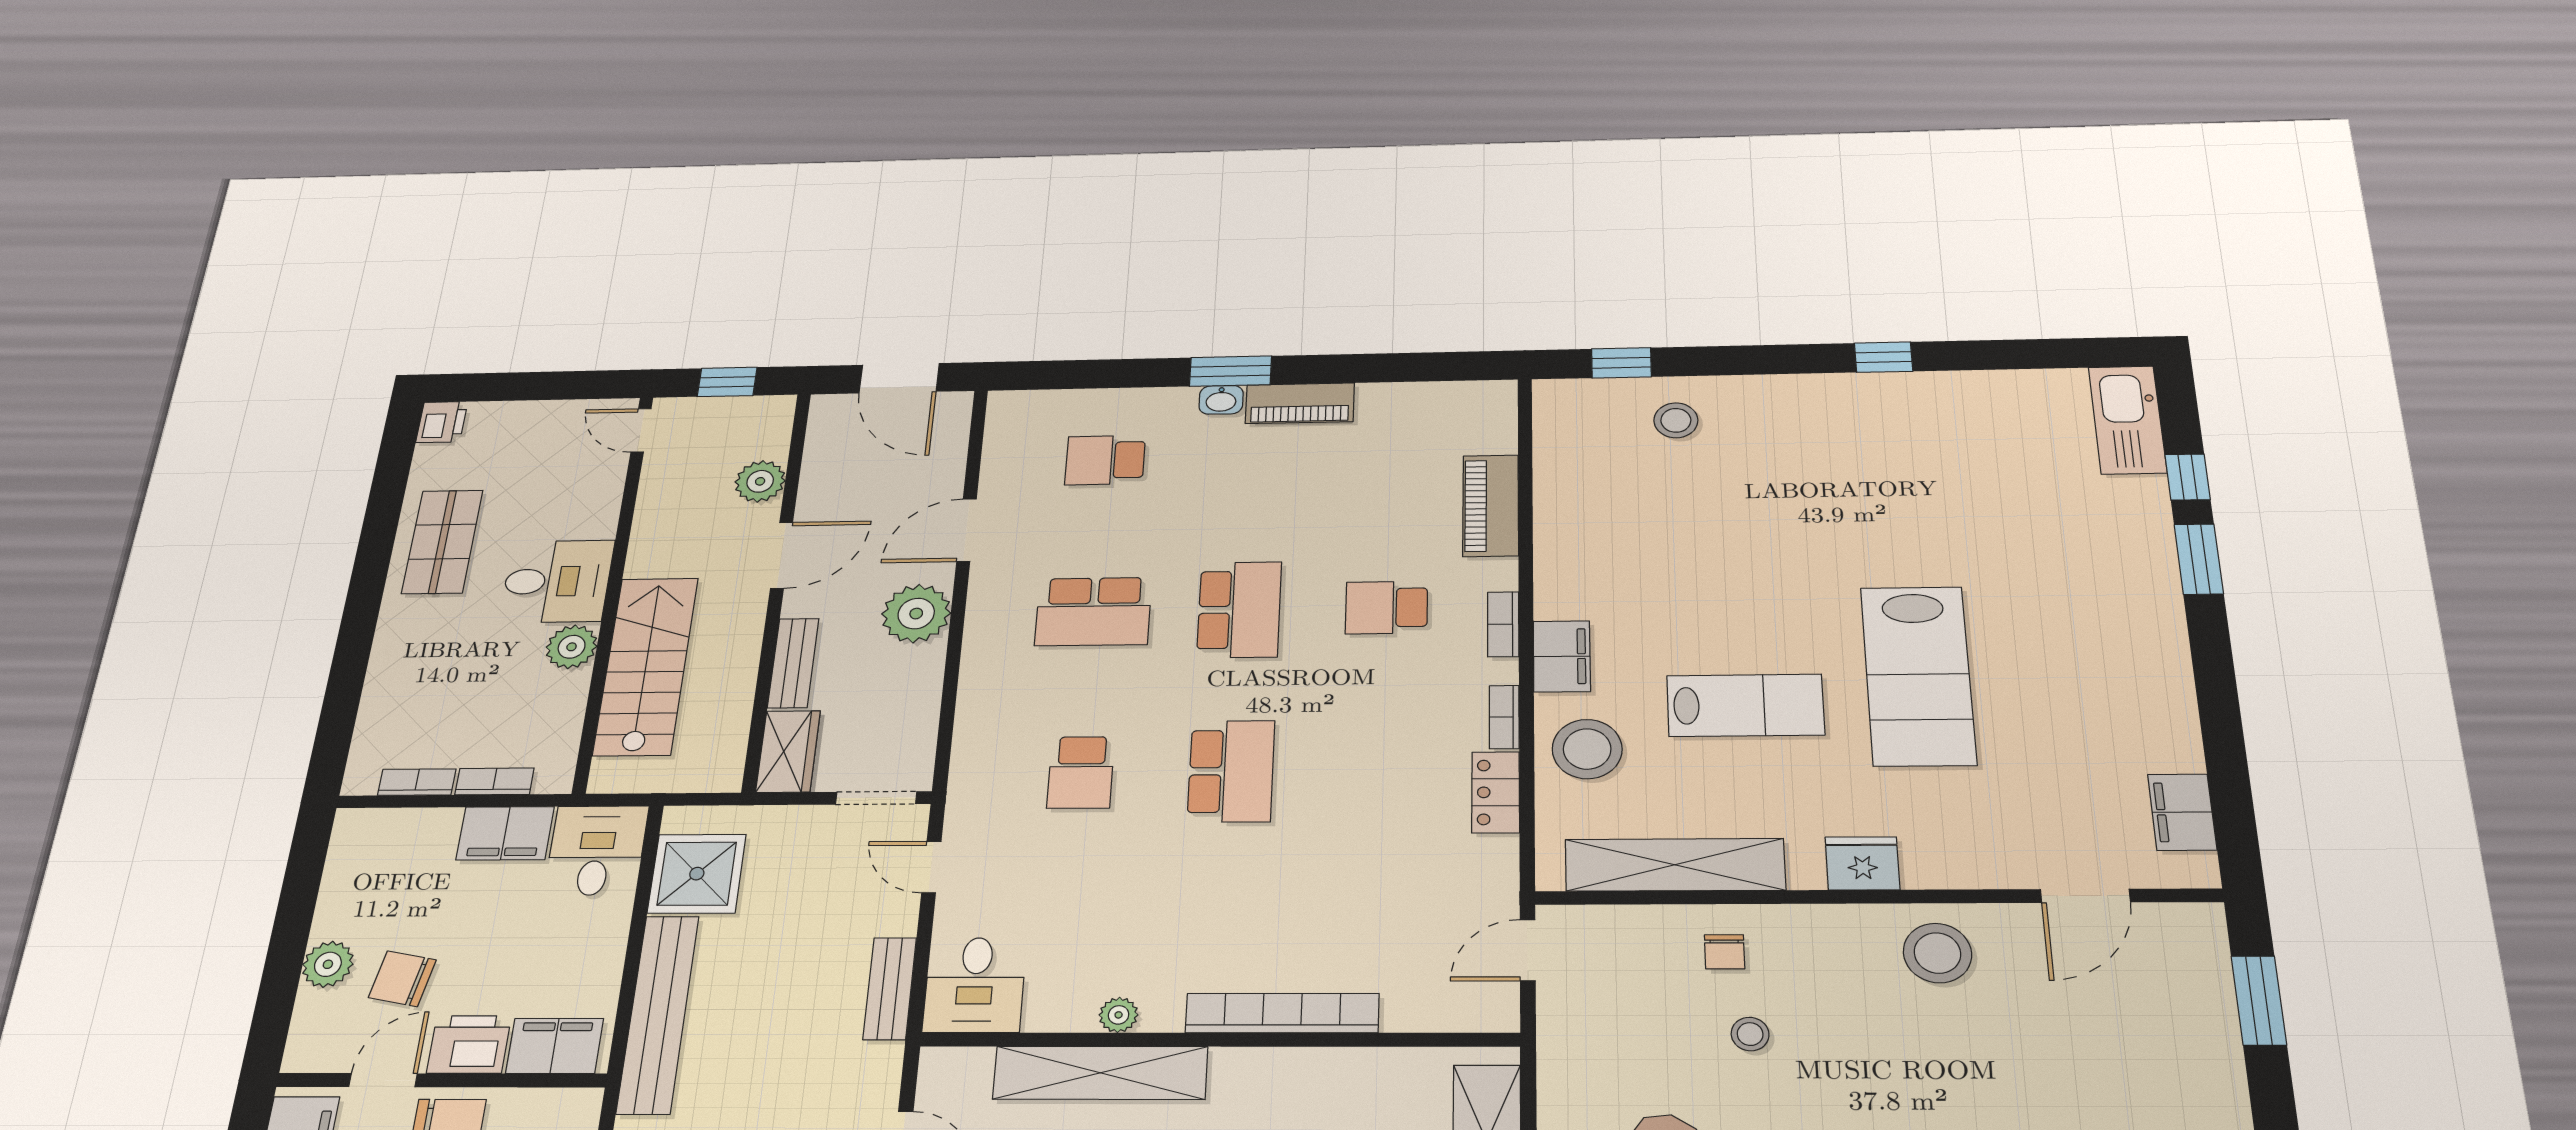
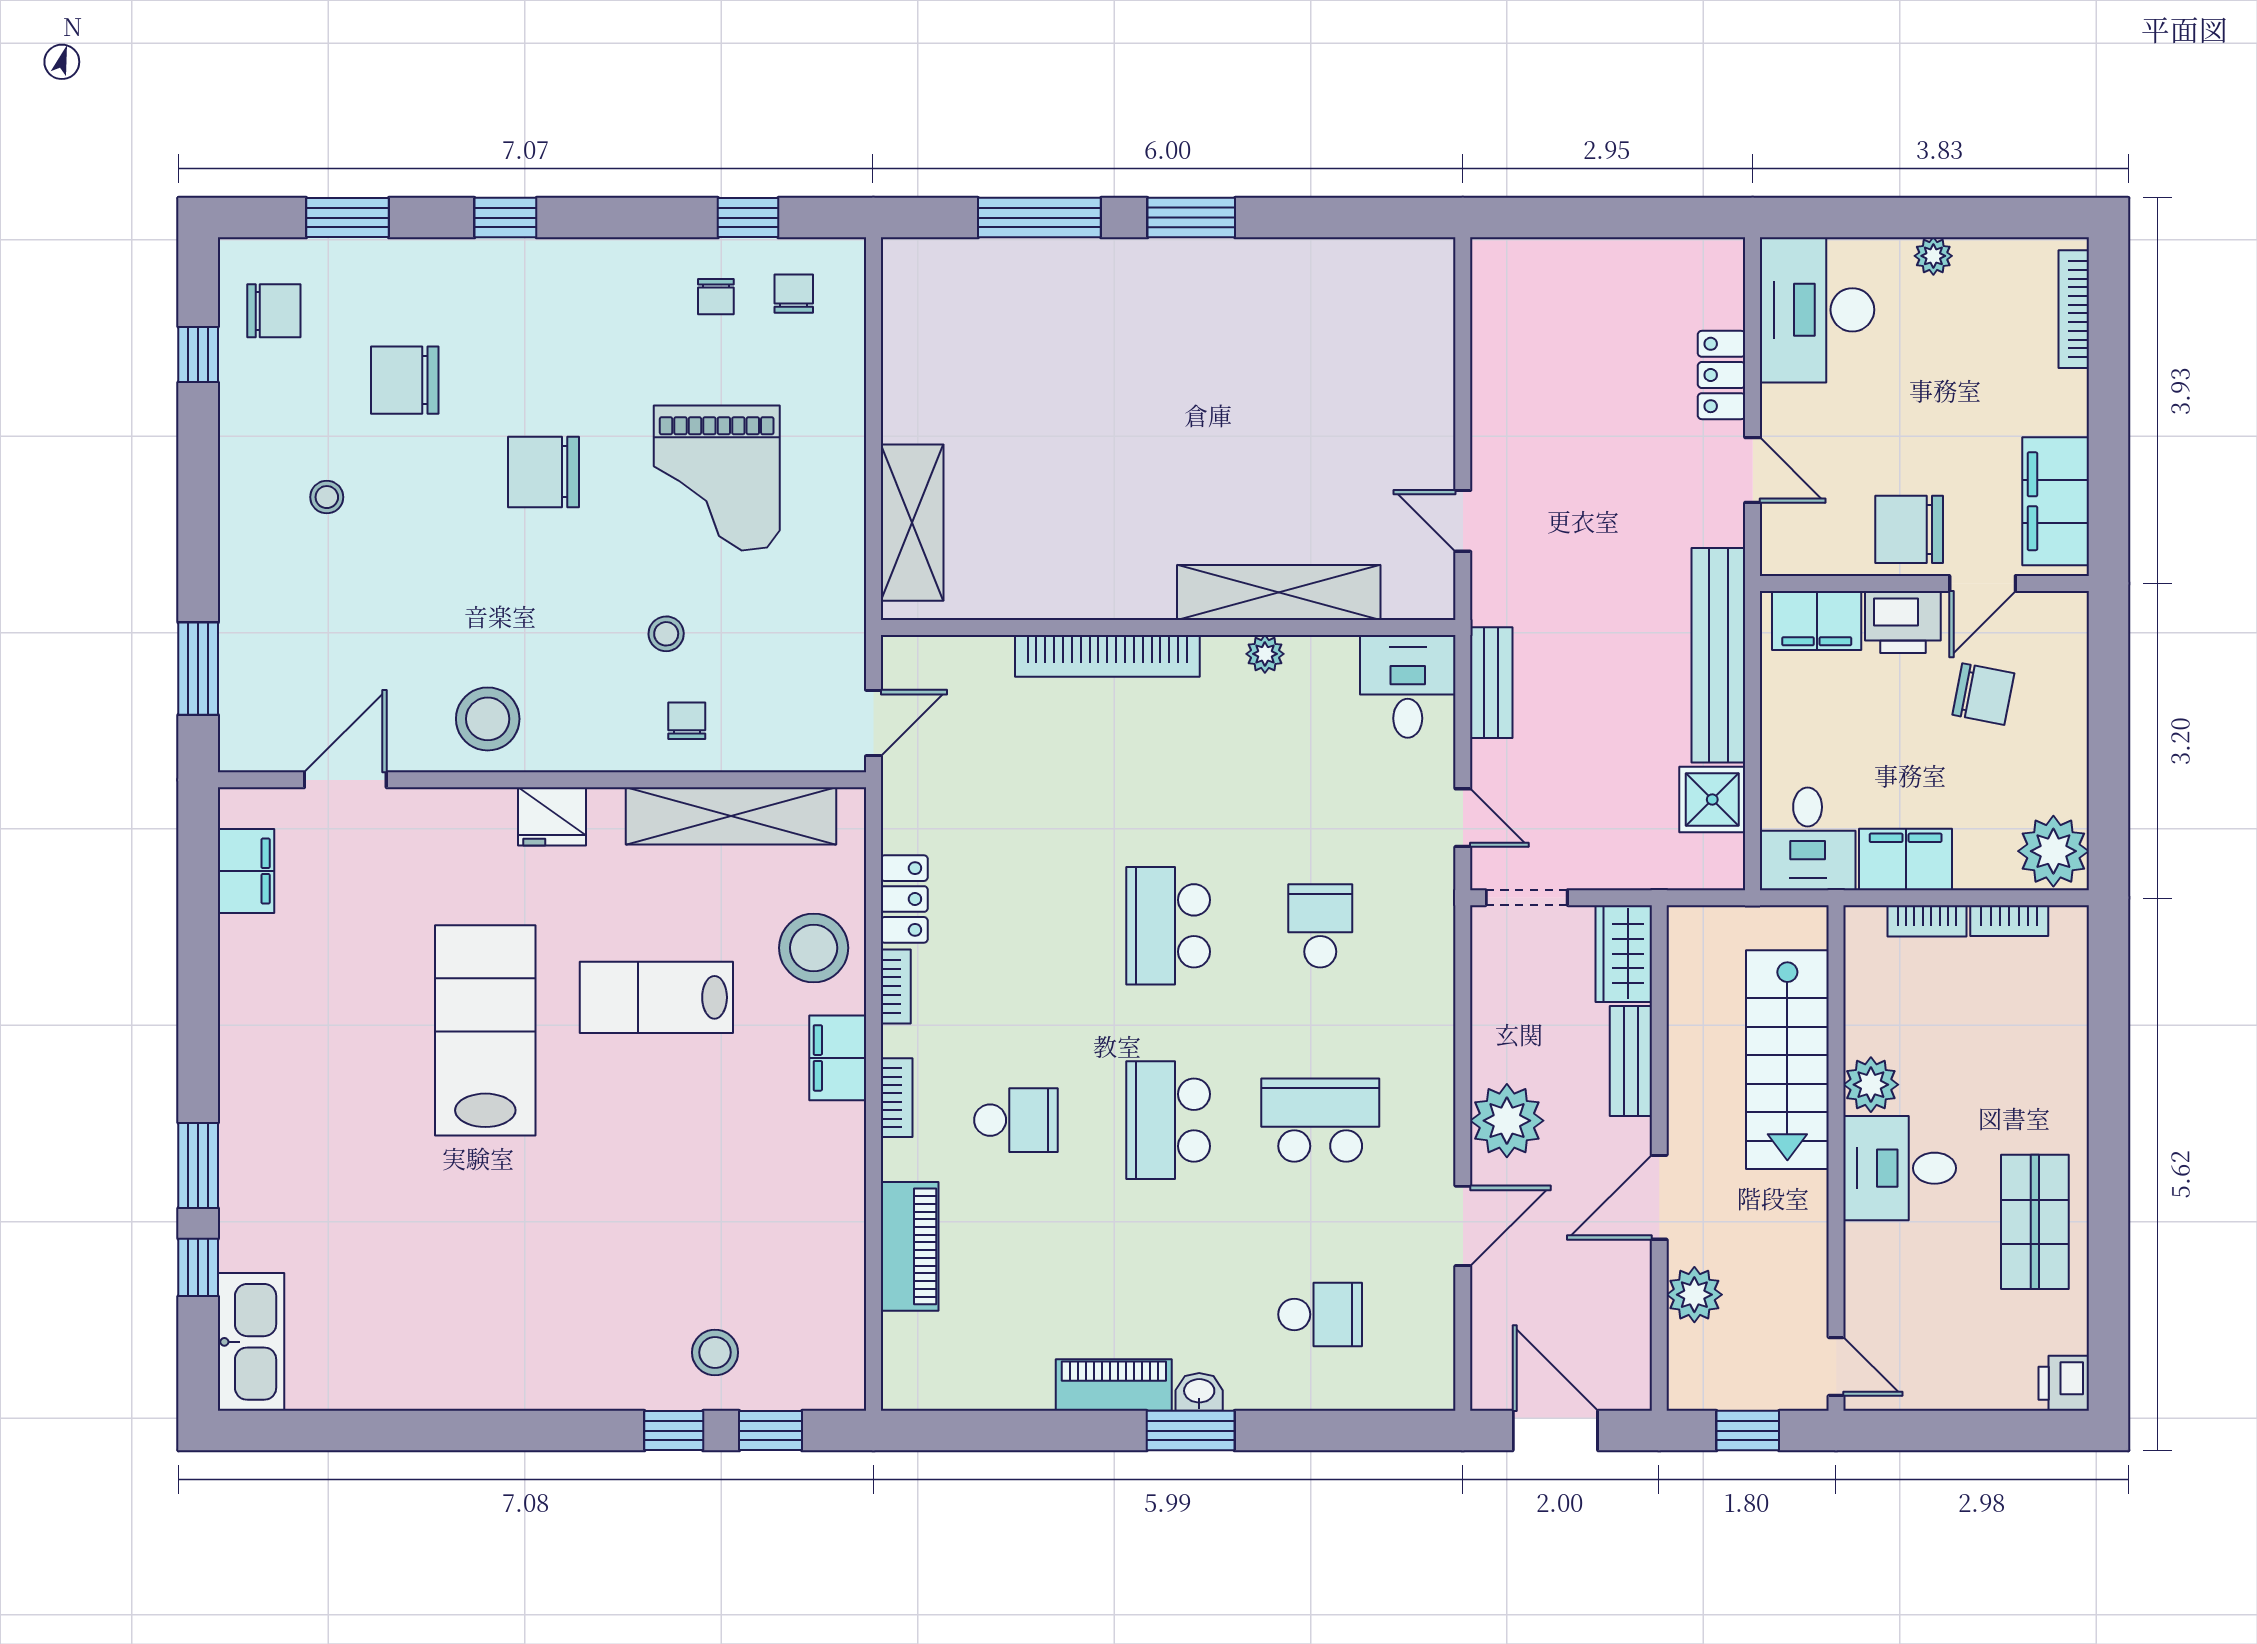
window: (1883, 357) -> (674, 1431), moved
shower: (697, 874) -> (1712, 800), width x0.73, depth x0.73
plant: (328, 964) -> (2053, 851), moved, width x1.36, depth x1.36

